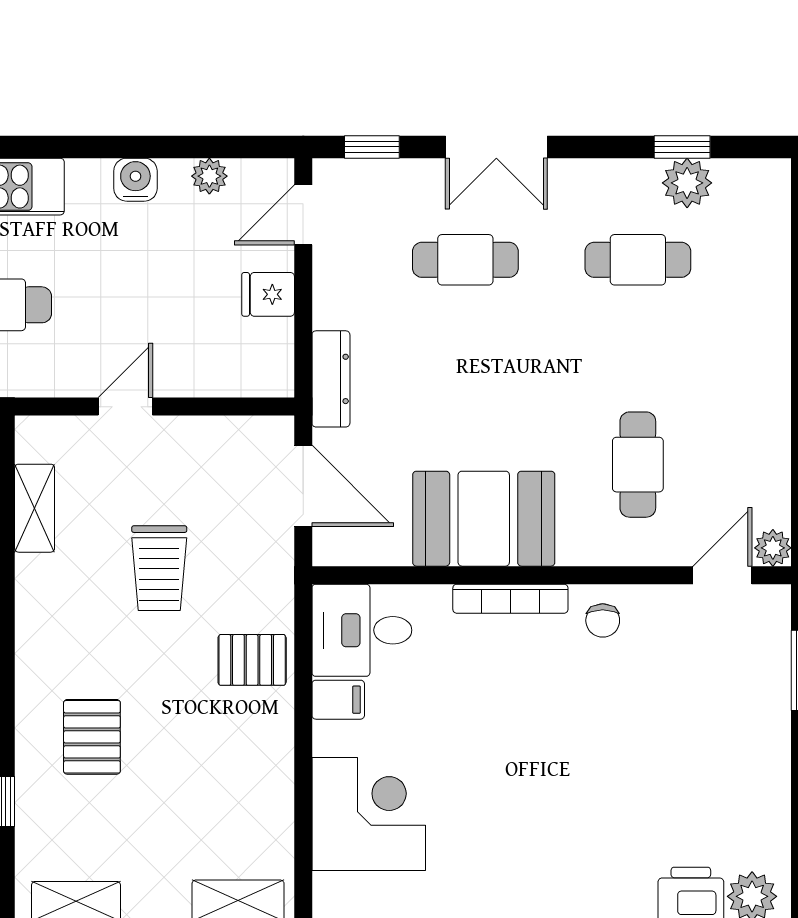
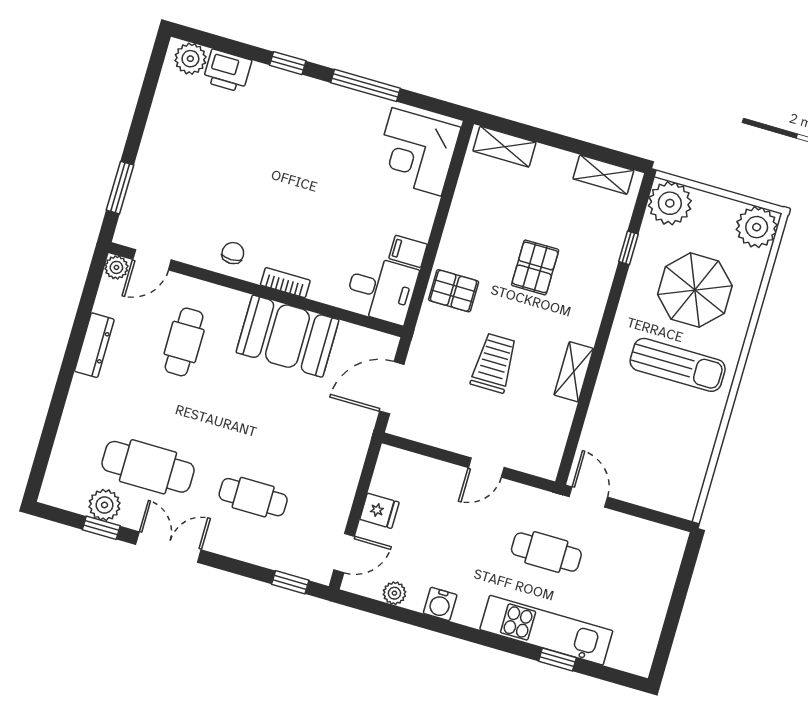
double door: (496, 147) -> (168, 547), moved
cafe table: (638, 260) -> (148, 467), width x1.37, depth x1.35
dresser: (331, 379) -> (94, 345), moved, turned 180
door: (303, 486) -> (392, 388), hinge flipped
shelving: (35, 508) -> (574, 372), moved
bookcase: (510, 599) -> (285, 283), width x0.64
pallet: (92, 737) -> (535, 267), moved
corner desk: (369, 814) -> (417, 152), moved

